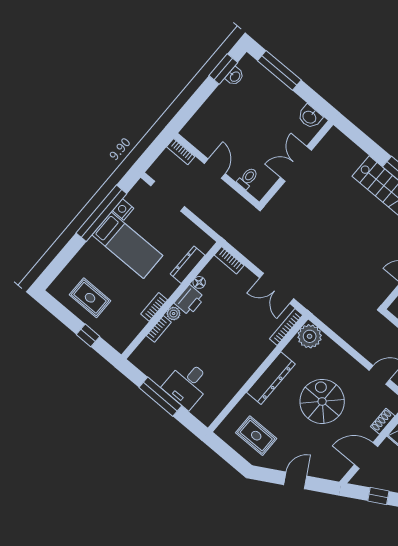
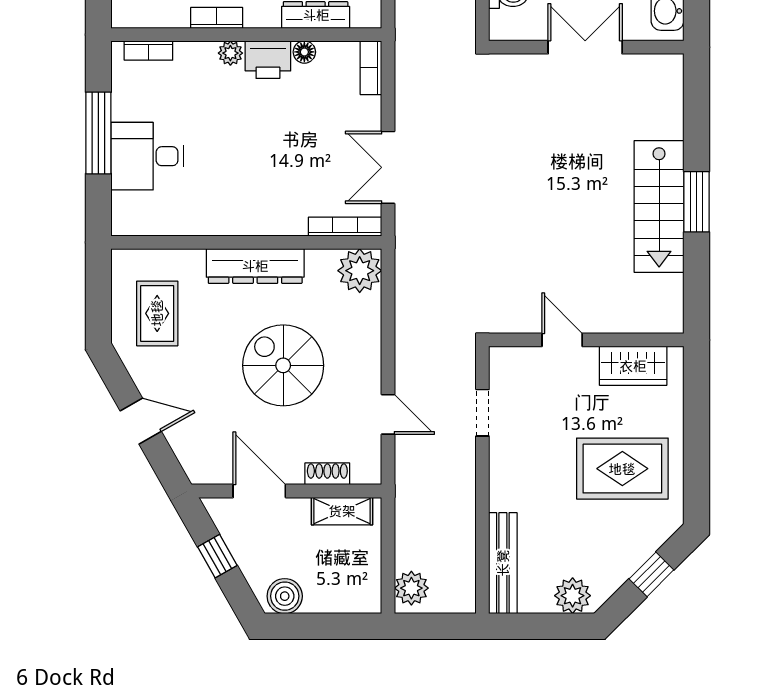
bookcase: (159, 329) -> (148, 51), moved
spiral stairs: (322, 401) -> (283, 365), turned -90

